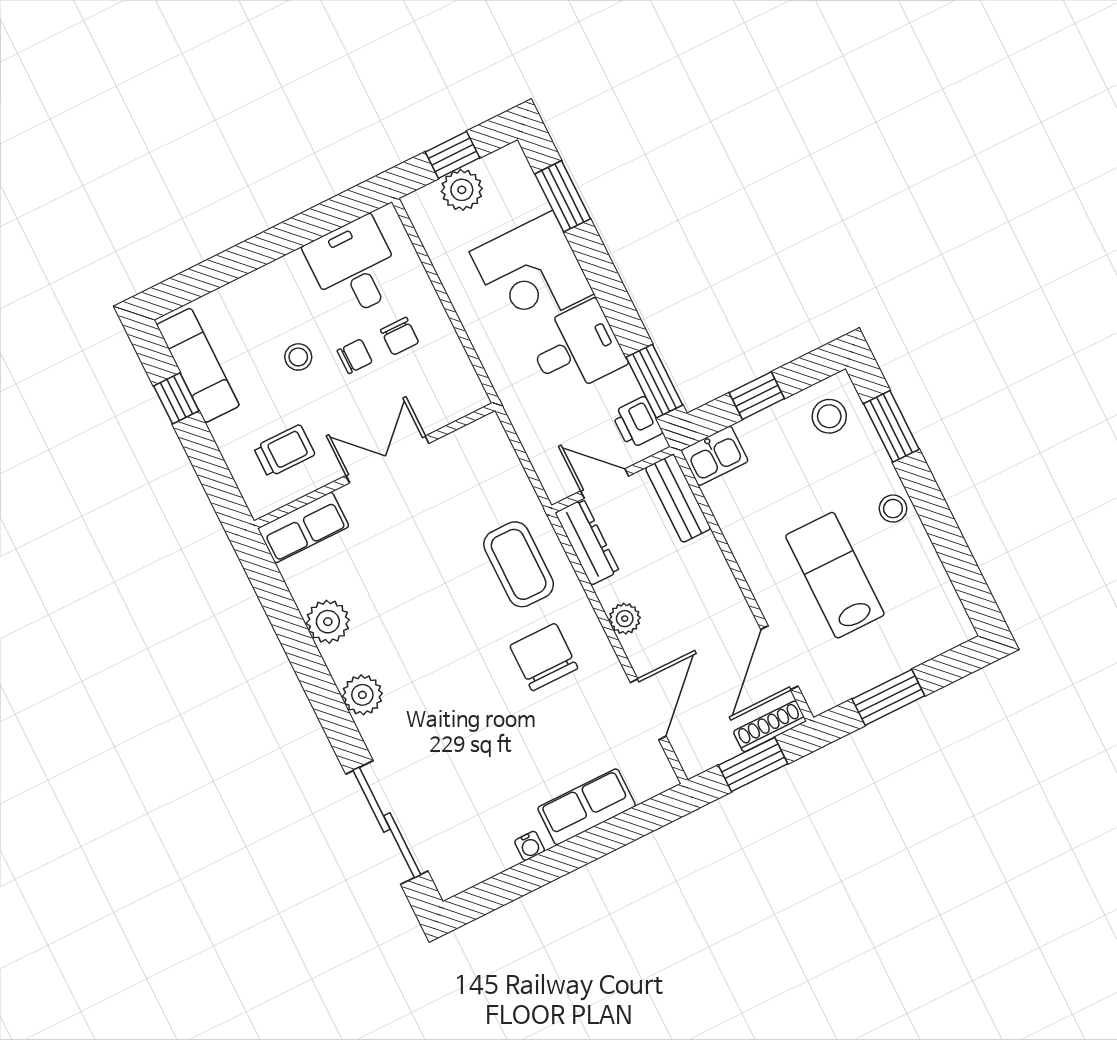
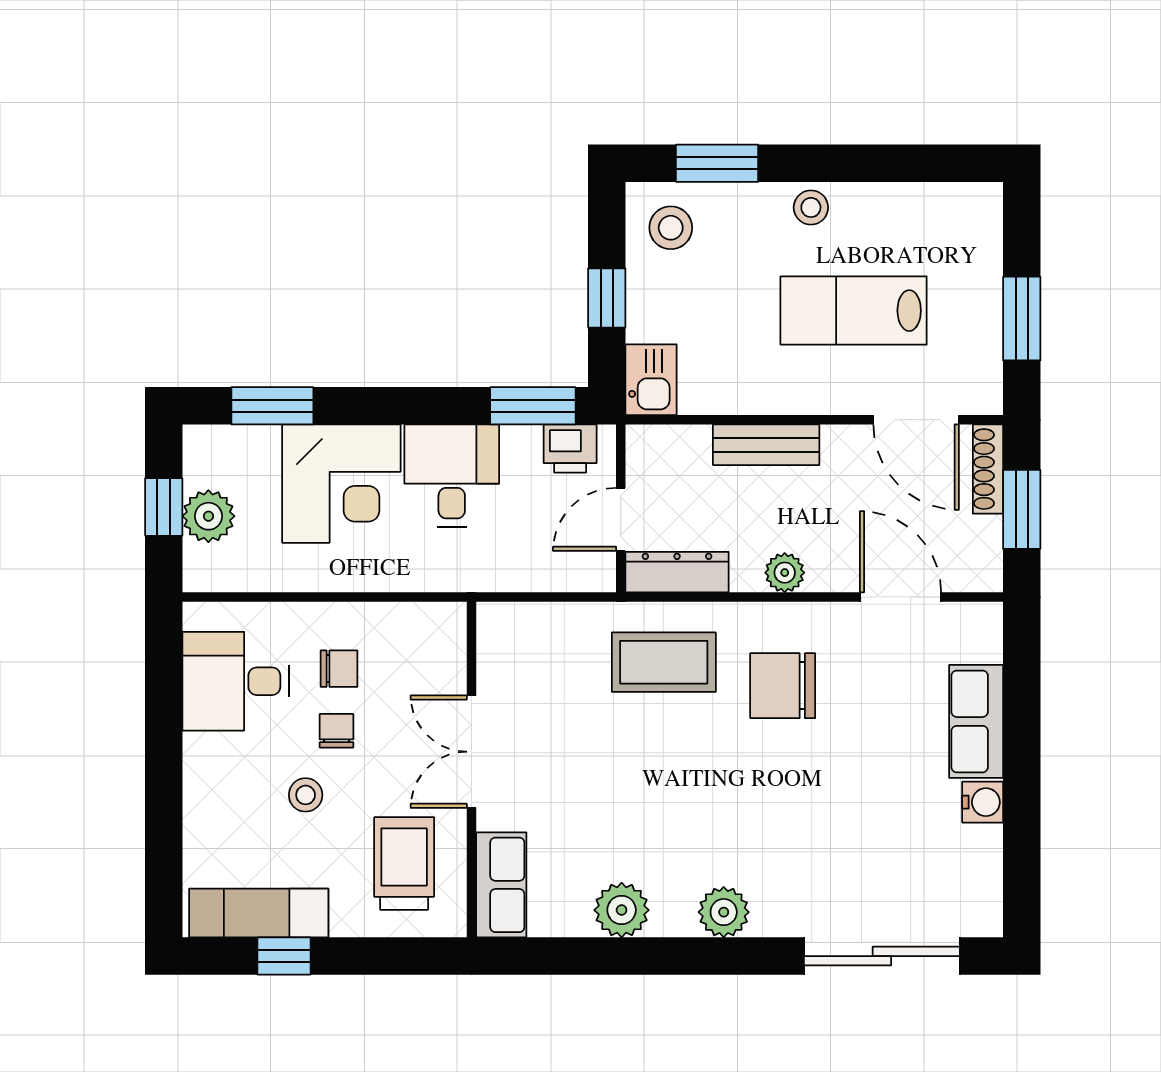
trolley: (284, 451) -> (404, 863), width x1.36, depth x1.39
bench: (678, 498) -> (766, 445), moved
water cooler: (530, 846) -> (983, 802), width x1.38, depth x1.38

